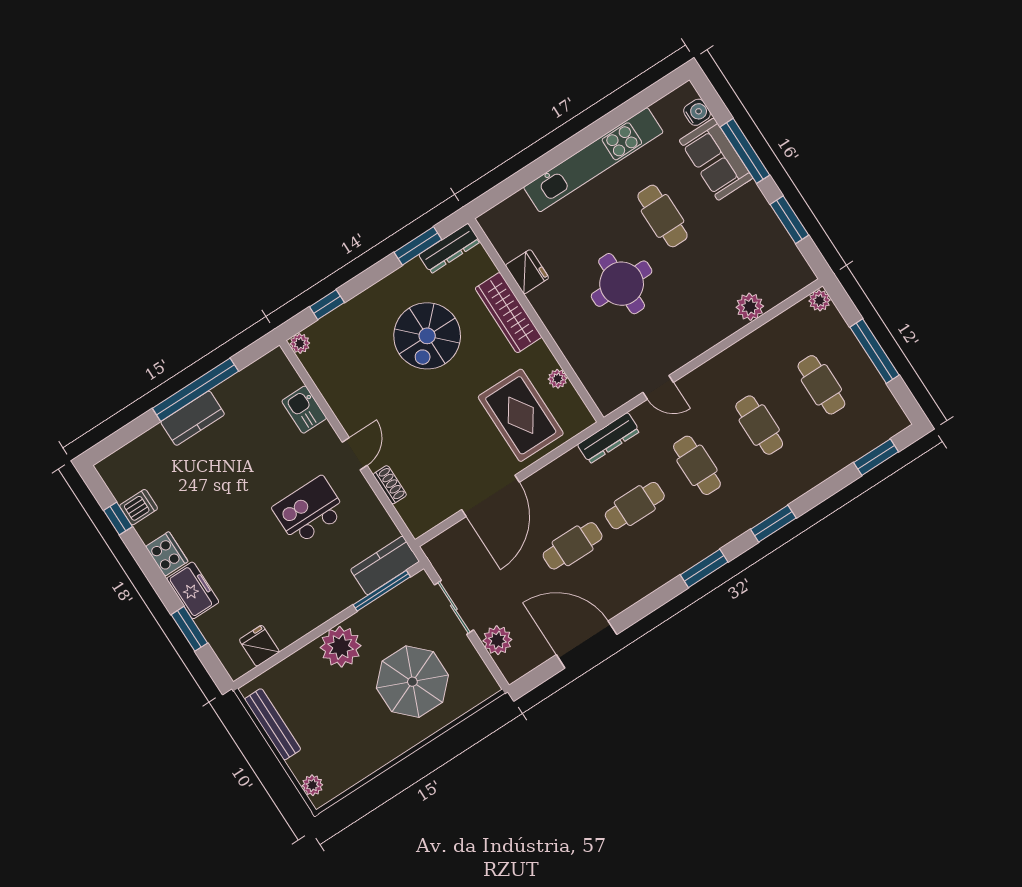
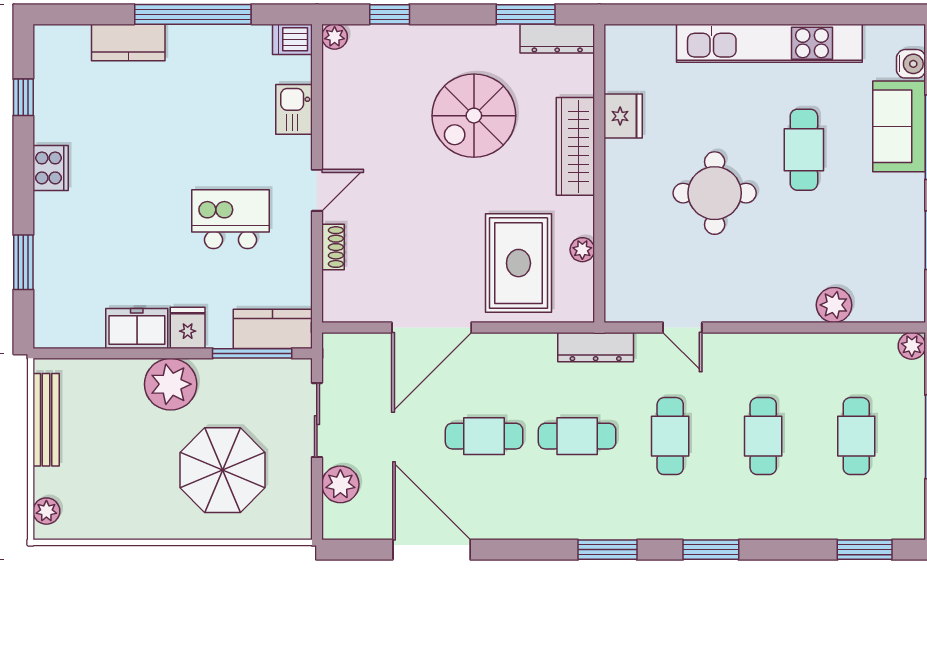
kitchen counter: (193, 418) -> (128, 42), moved
dishwasher: (139, 507) -> (292, 39), moved, turned 180
freezer: (193, 590) -> (137, 328), moved, turned -90
fridge: (259, 646) -> (188, 328), moved

